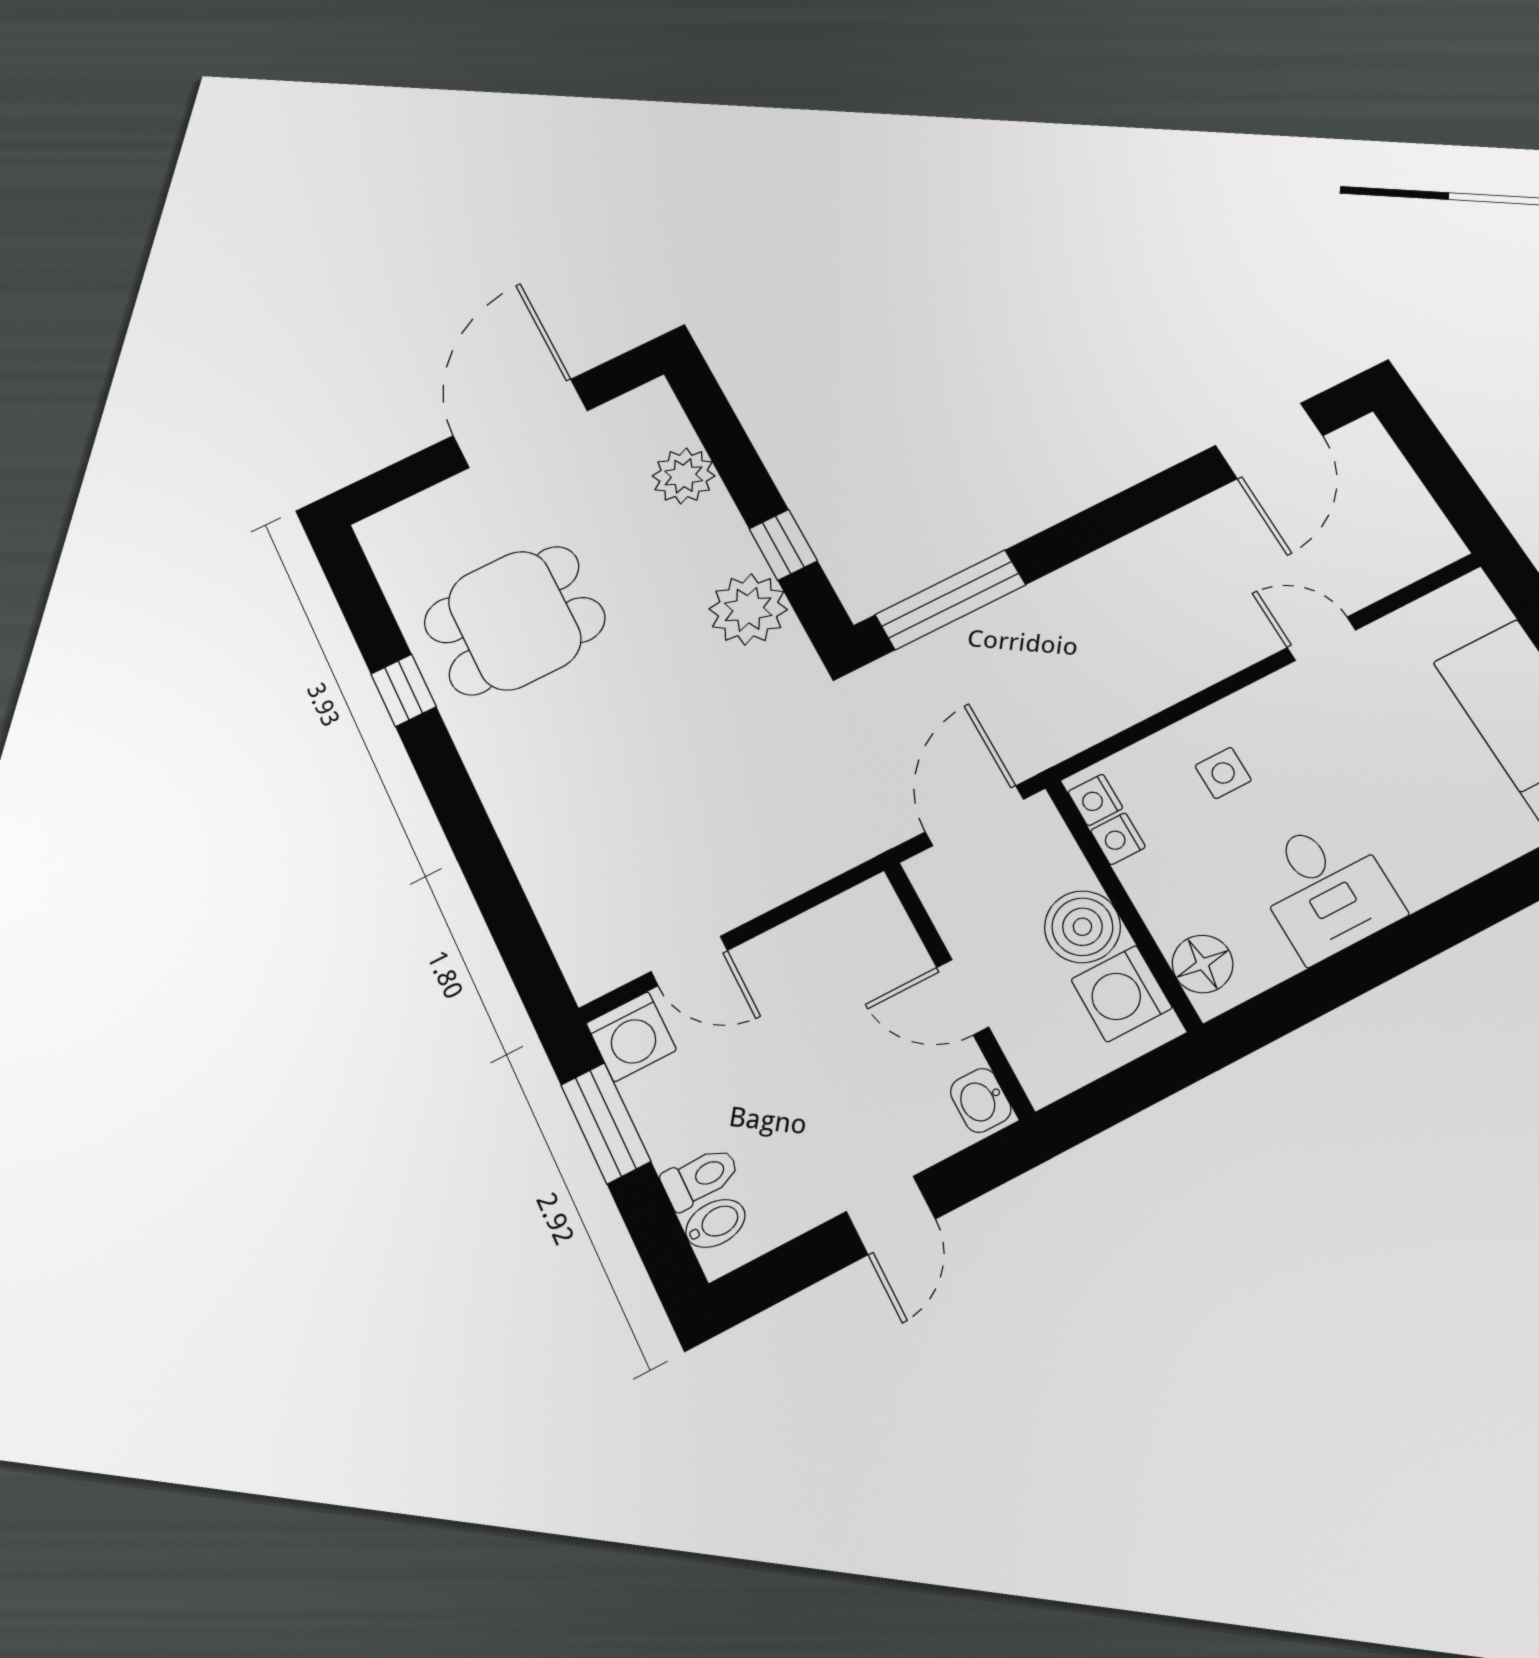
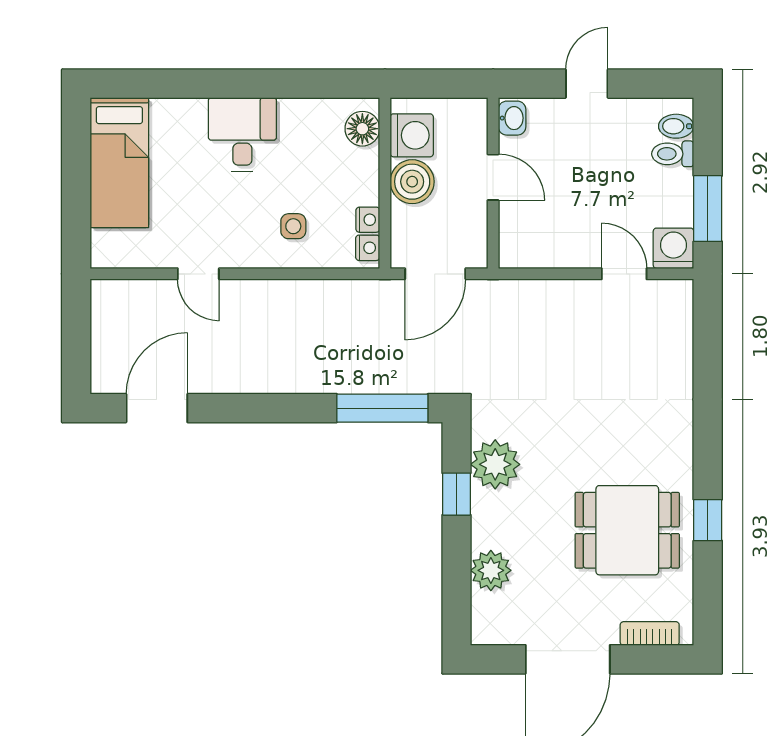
bookcase: (420, 509) -> (650, 634), added
desk: (1326, 889) -> (242, 134), moved

